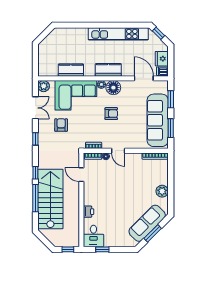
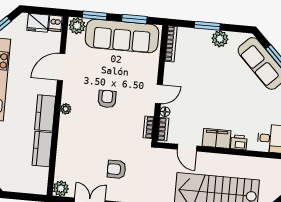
kitchen counter: (108, 70) -> (45, 113), moved
door: (144, 78) -> (61, 67), moved
plant: (162, 87) -> (77, 26), added
floor lamp: (113, 88) -> (72, 93), removed
corner sofa: (76, 95) -> (77, 145), removed
door: (81, 175) -> (187, 148), hinge flipped
window: (171, 181) -> (207, 26), added
filing cabinet: (90, 195) -> (217, 138), added

